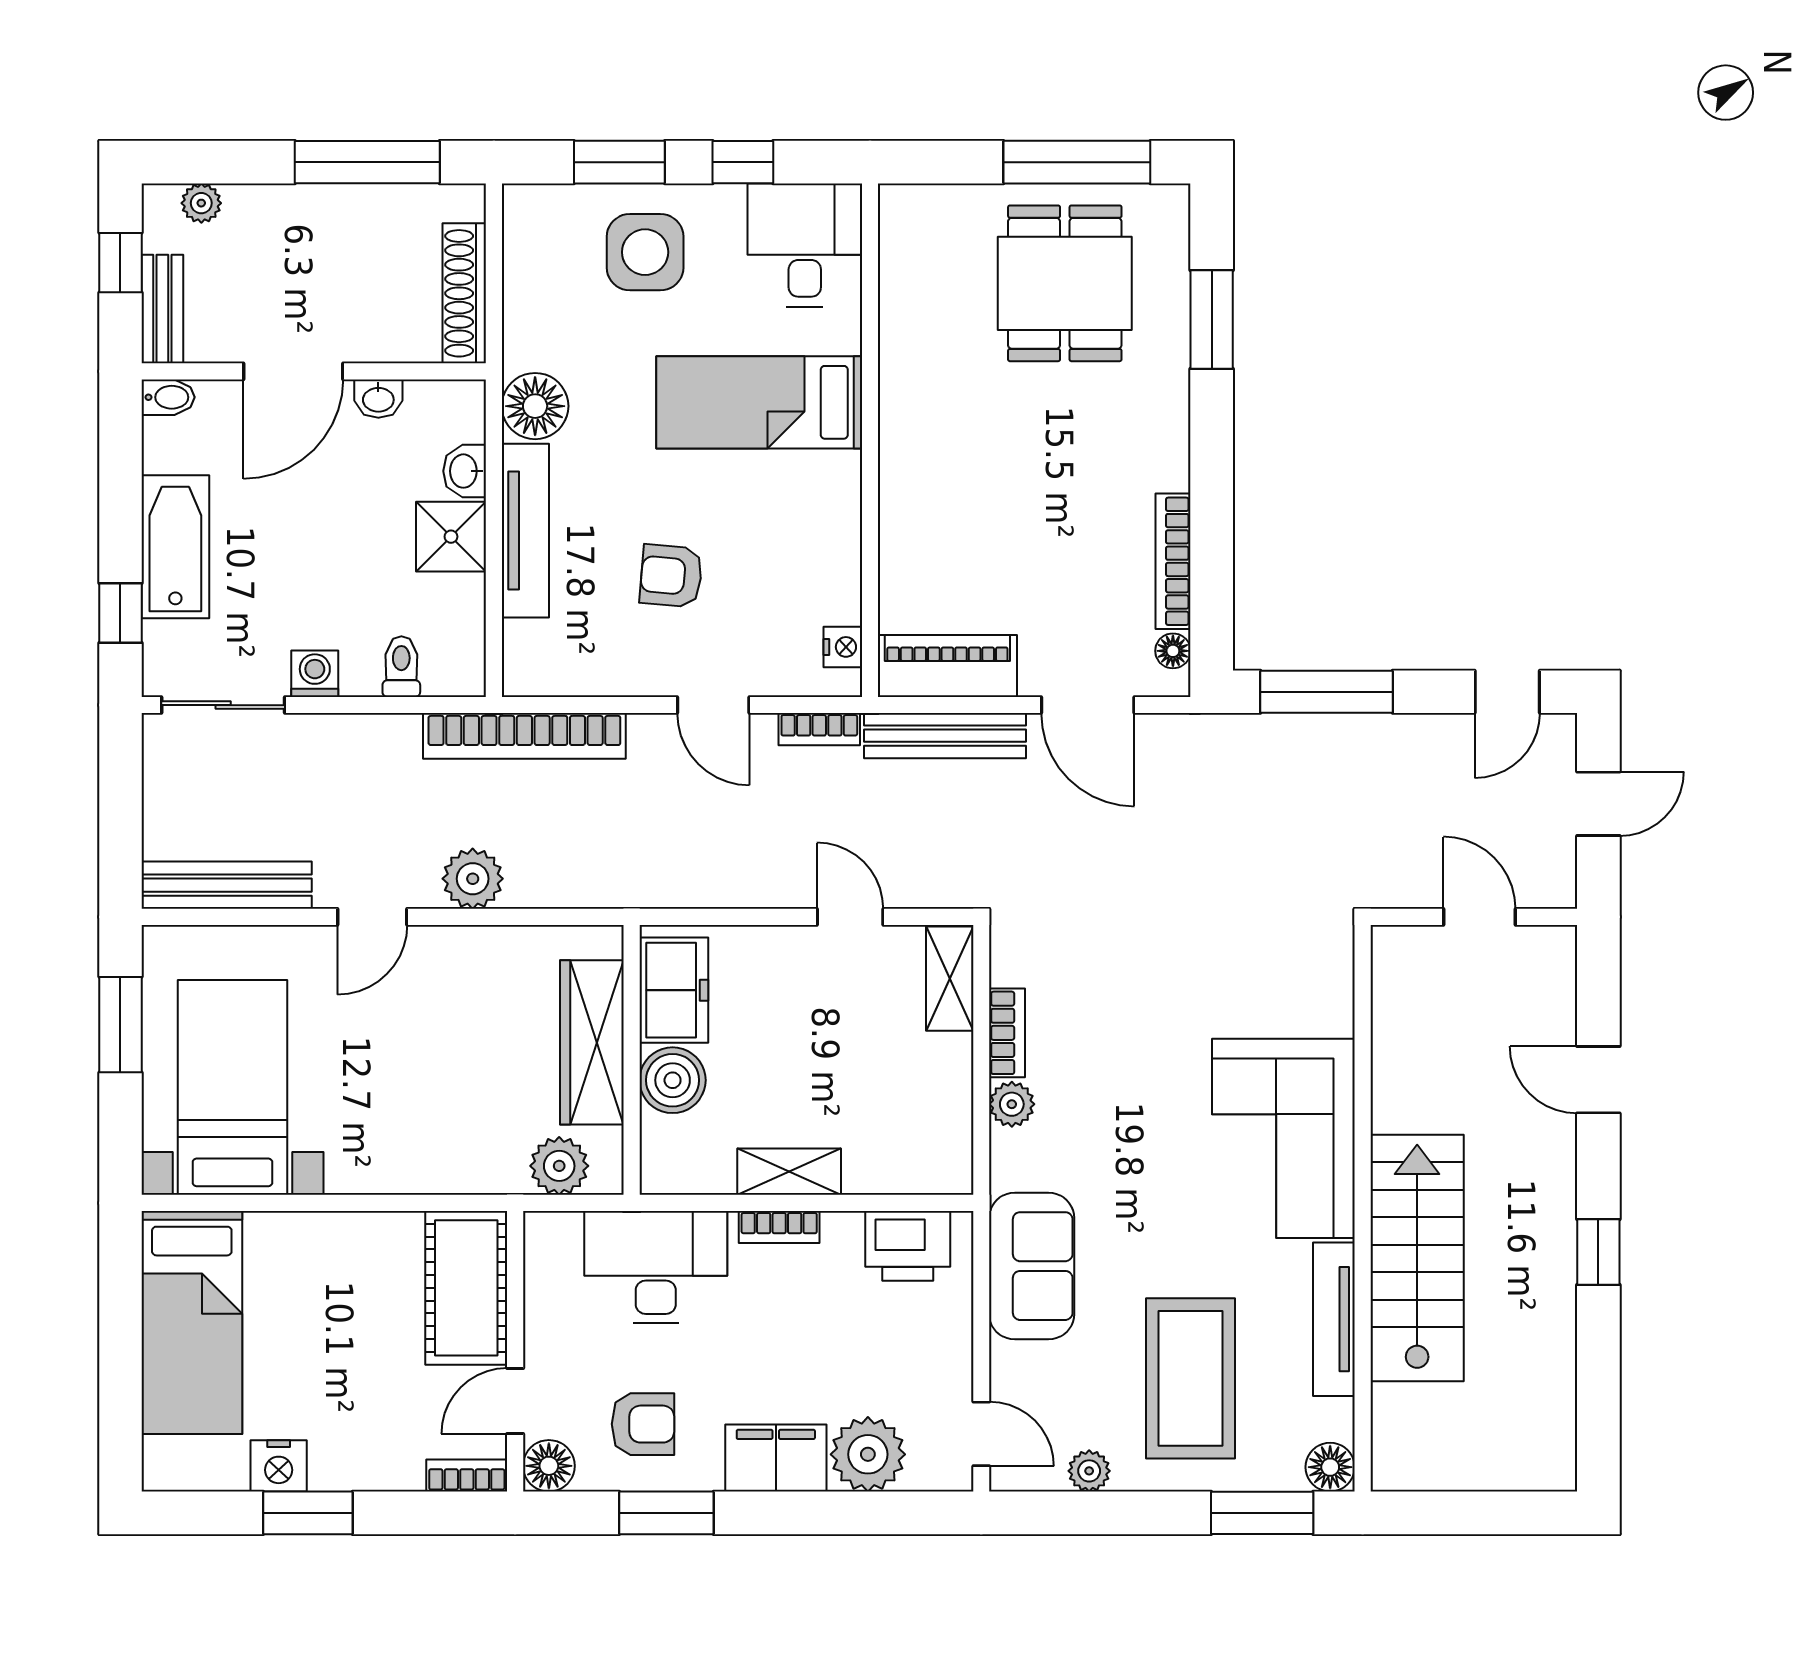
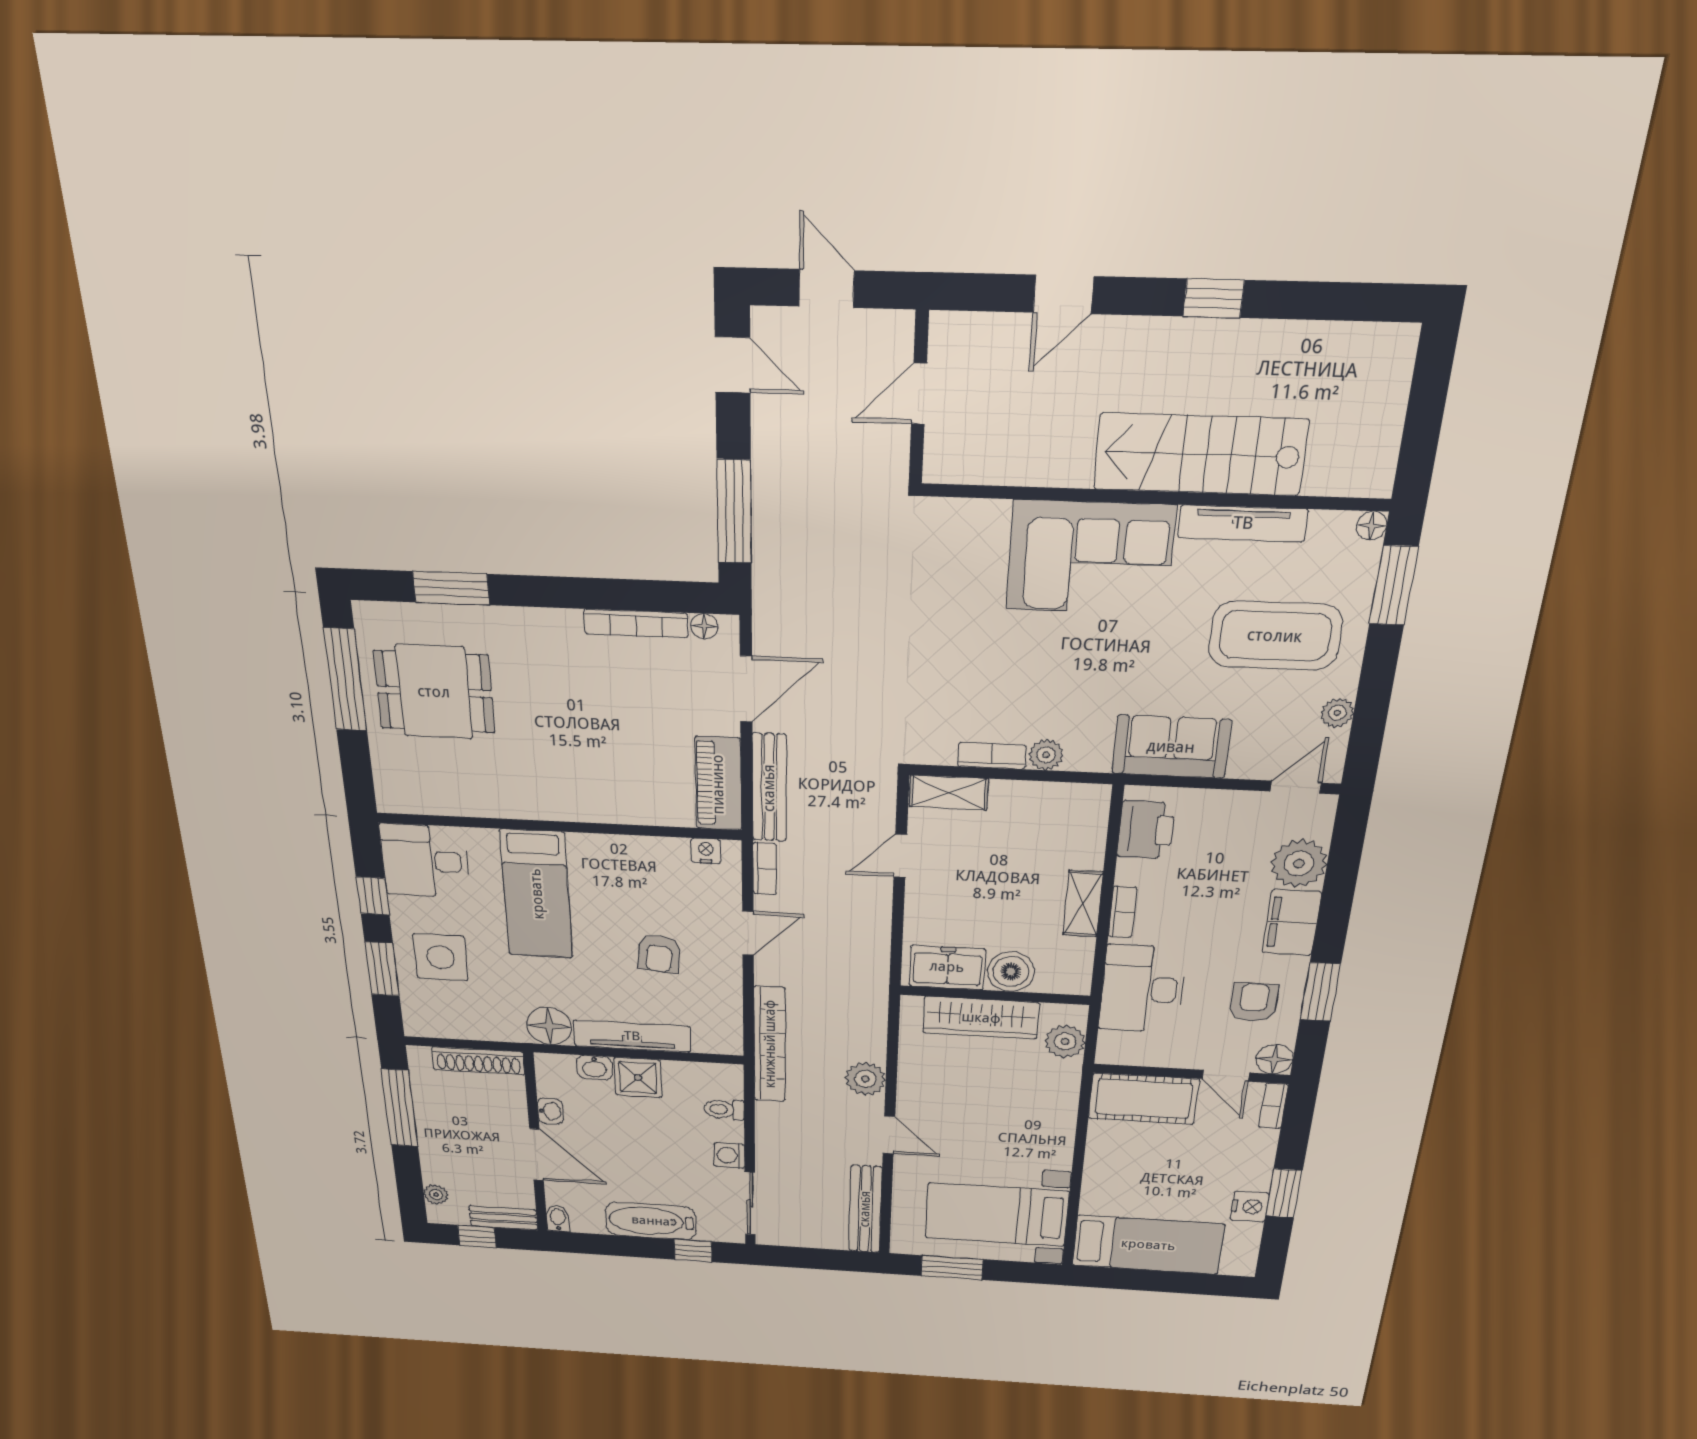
floor lamp: (1330, 1467) -> (1372, 526), width x0.73, depth x0.73

